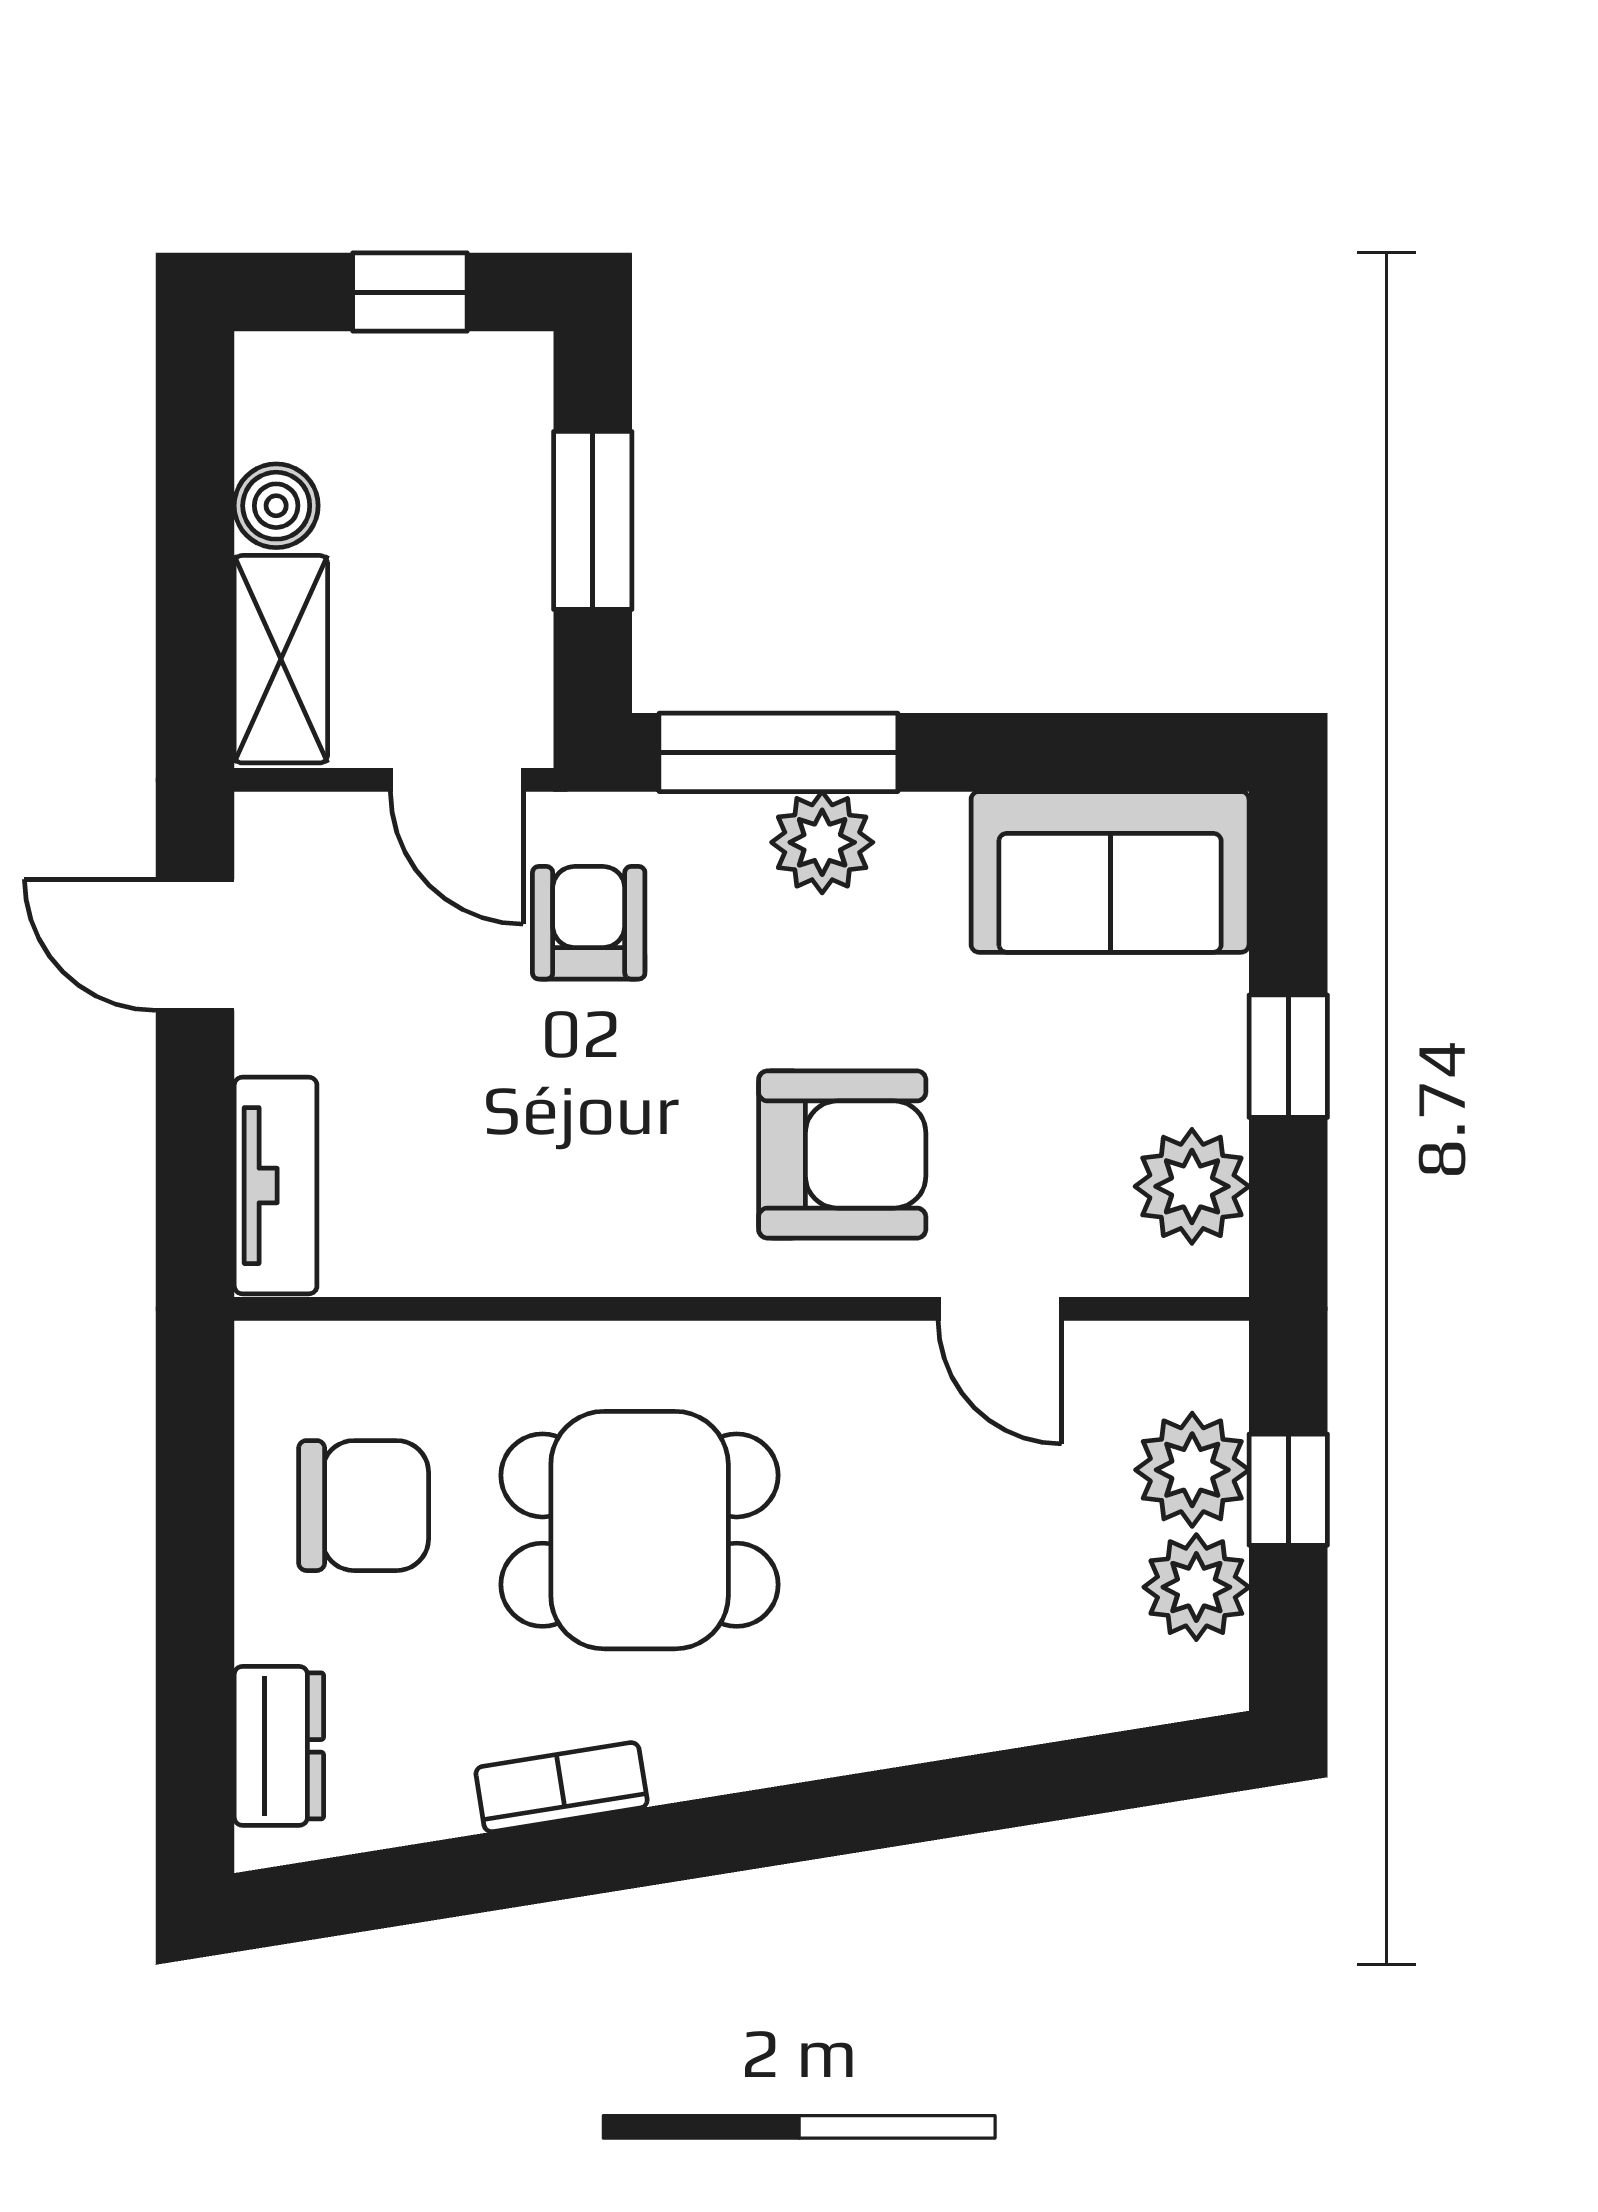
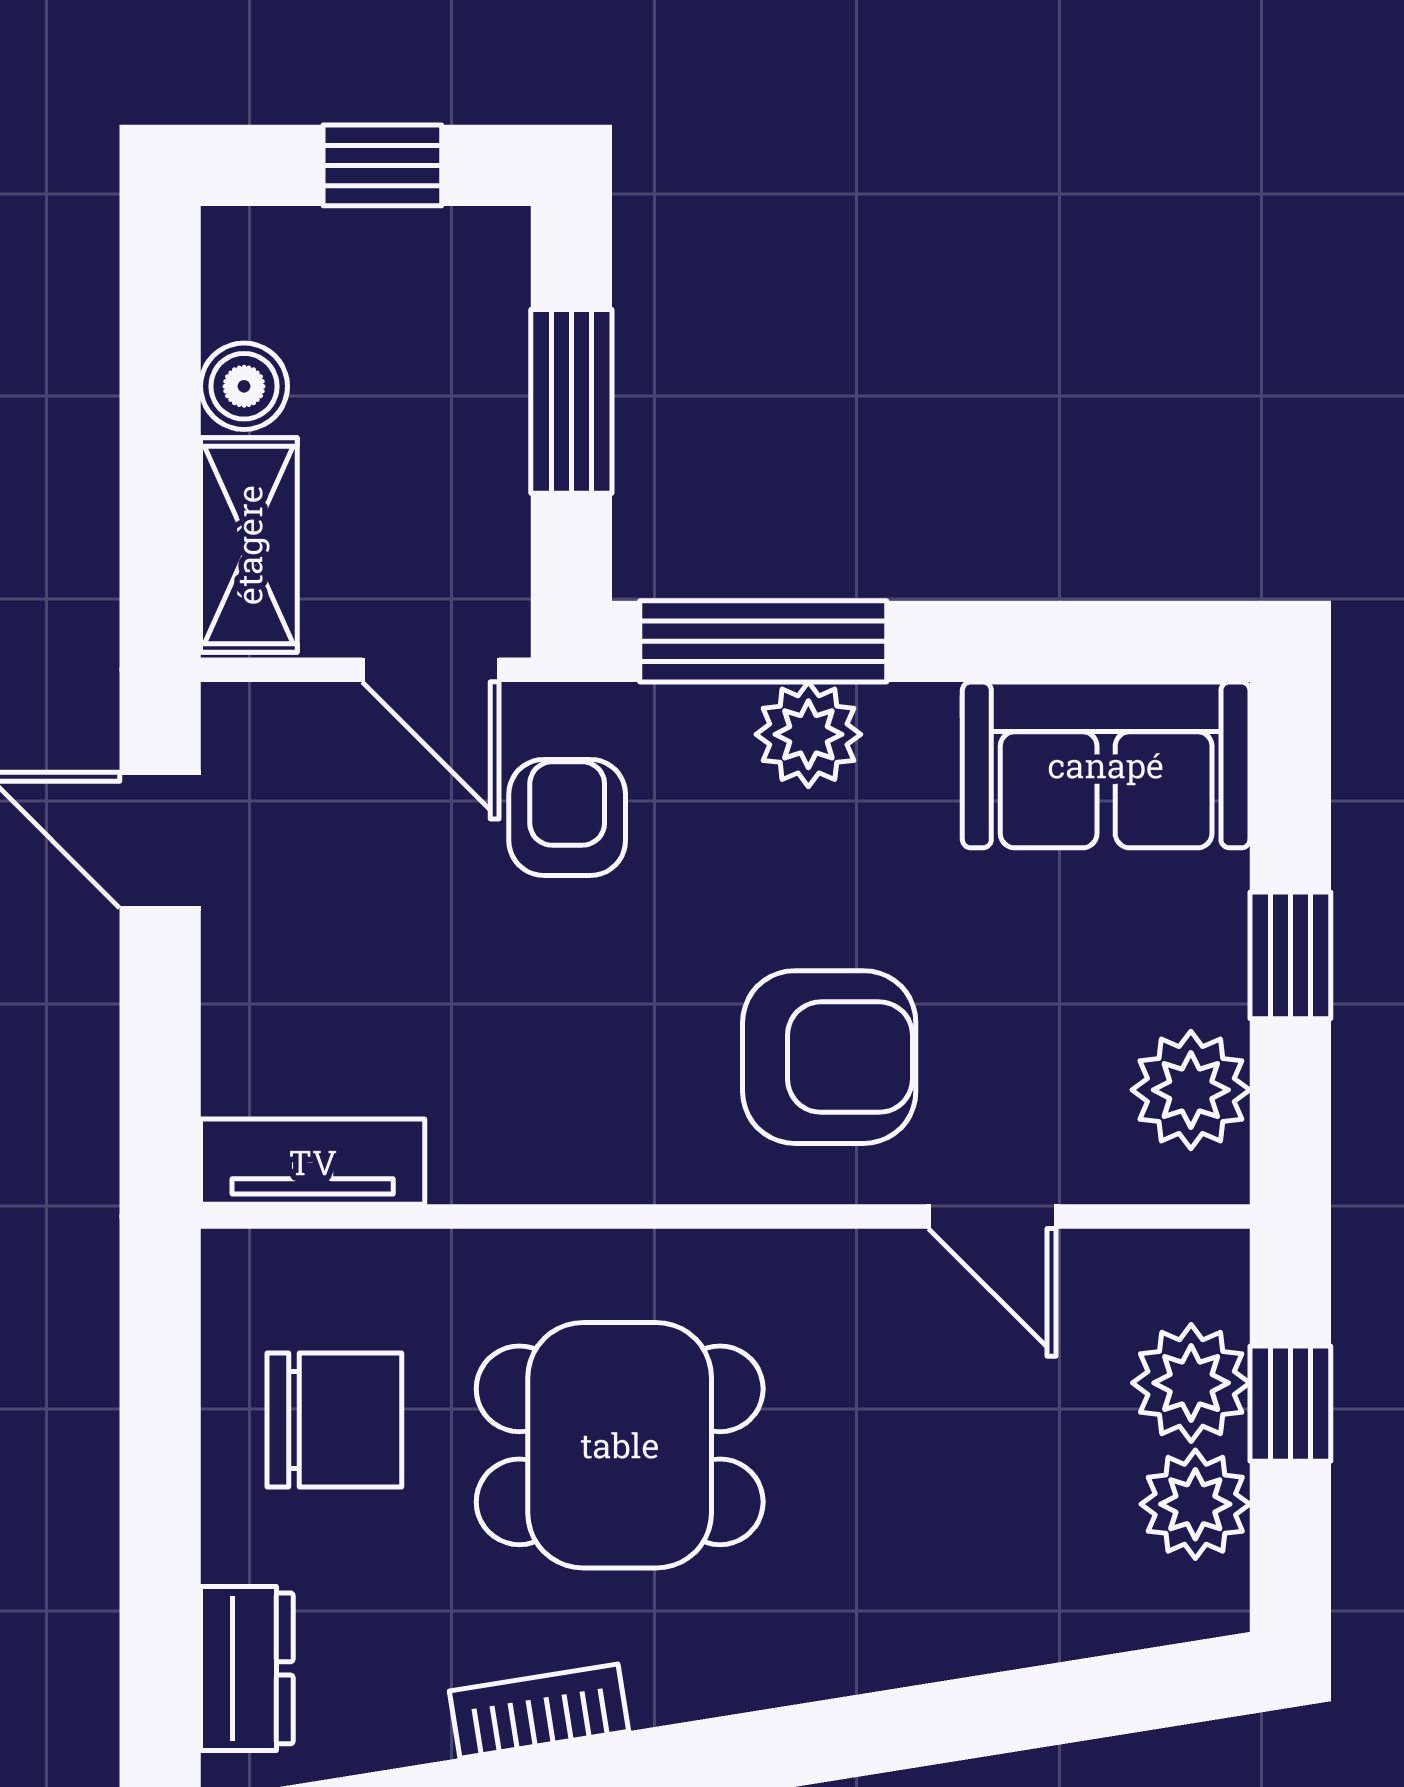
tv unit: (276, 1186) -> (313, 1162), moved, turned -90

